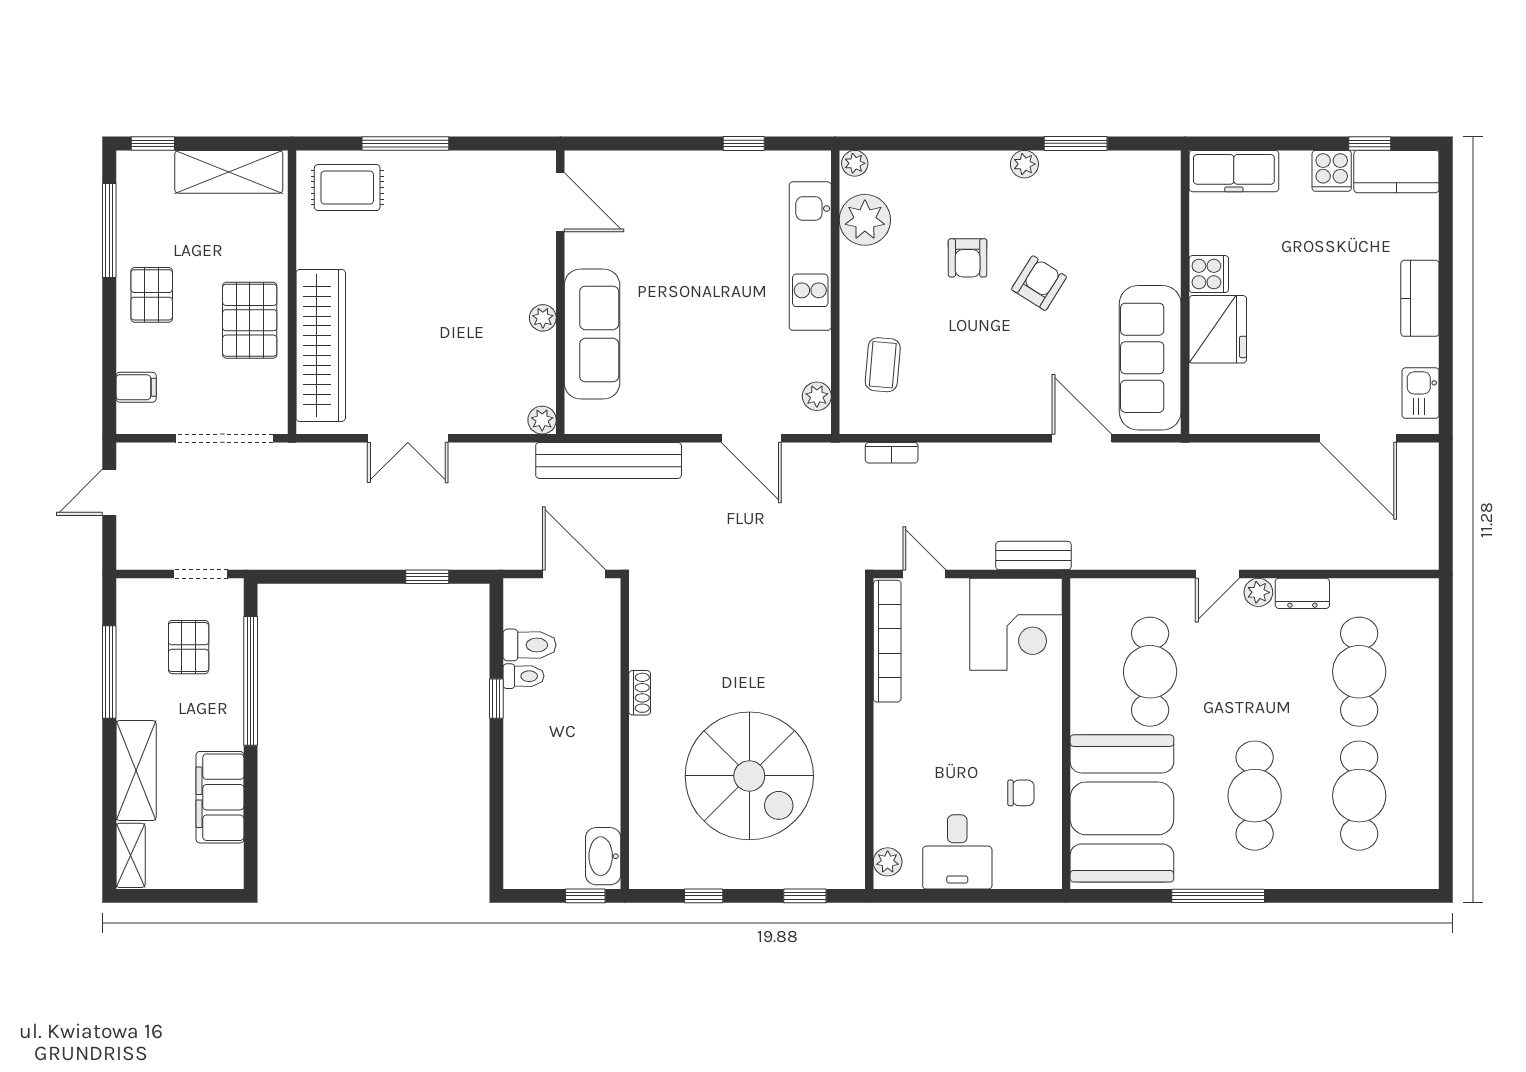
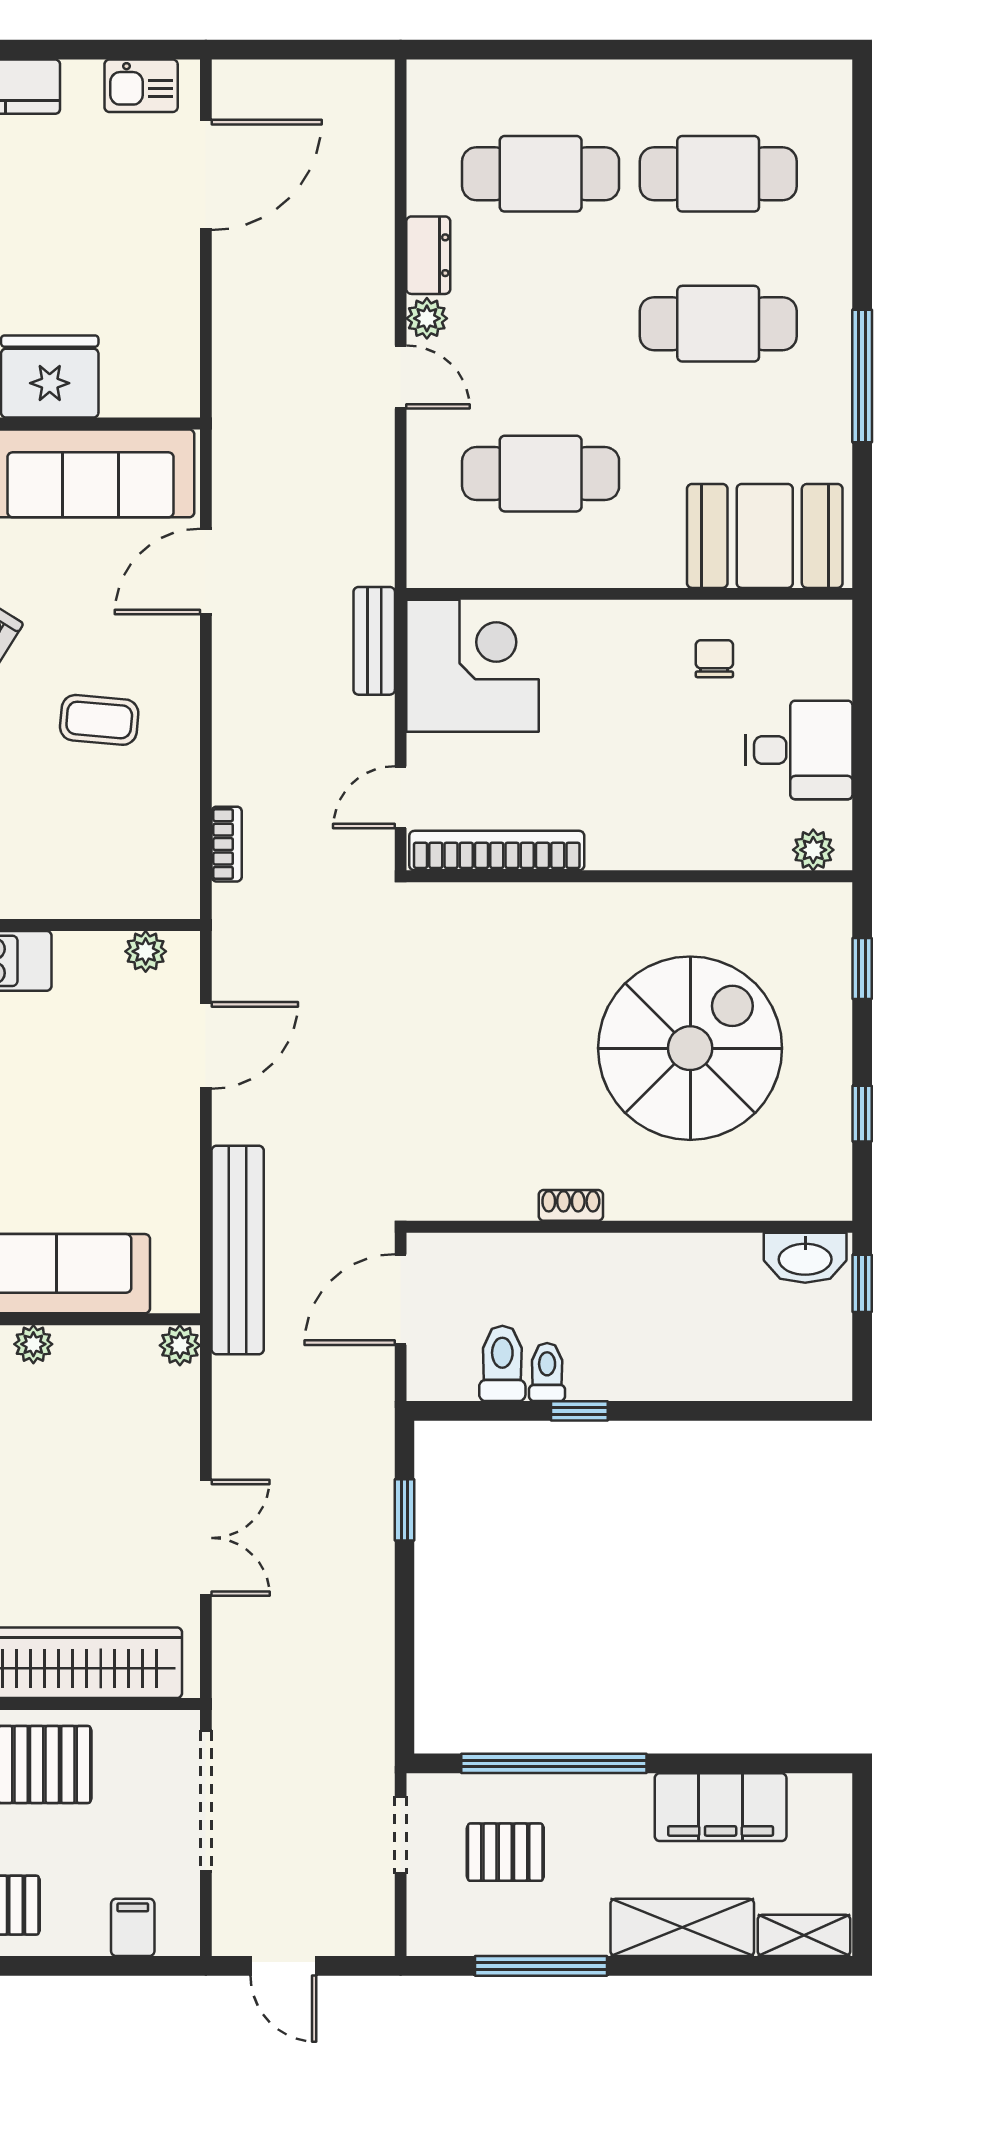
coffee table: (883, 365) -> (99, 720), moved
booth: (1122, 808) -> (765, 536), width x0.73, depth x0.70

